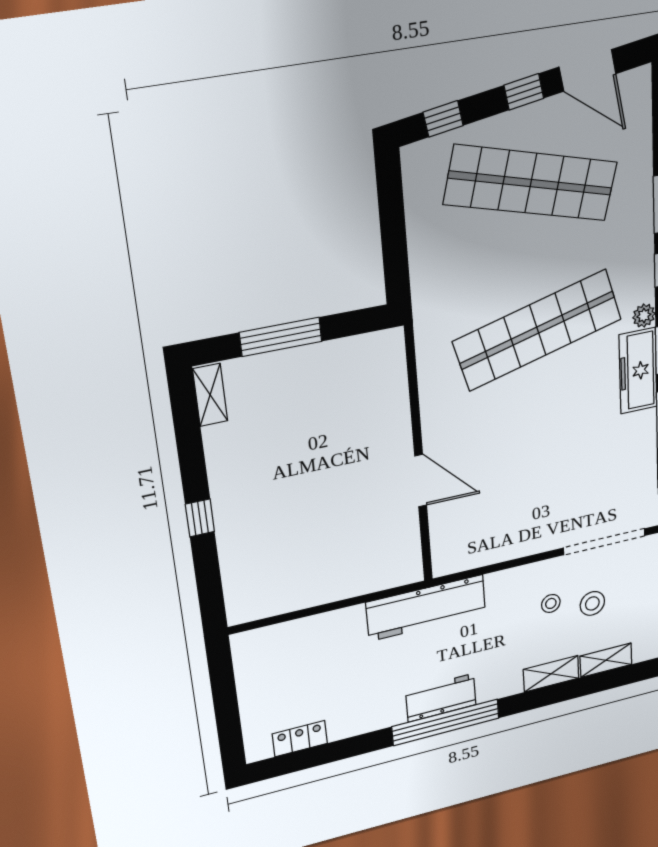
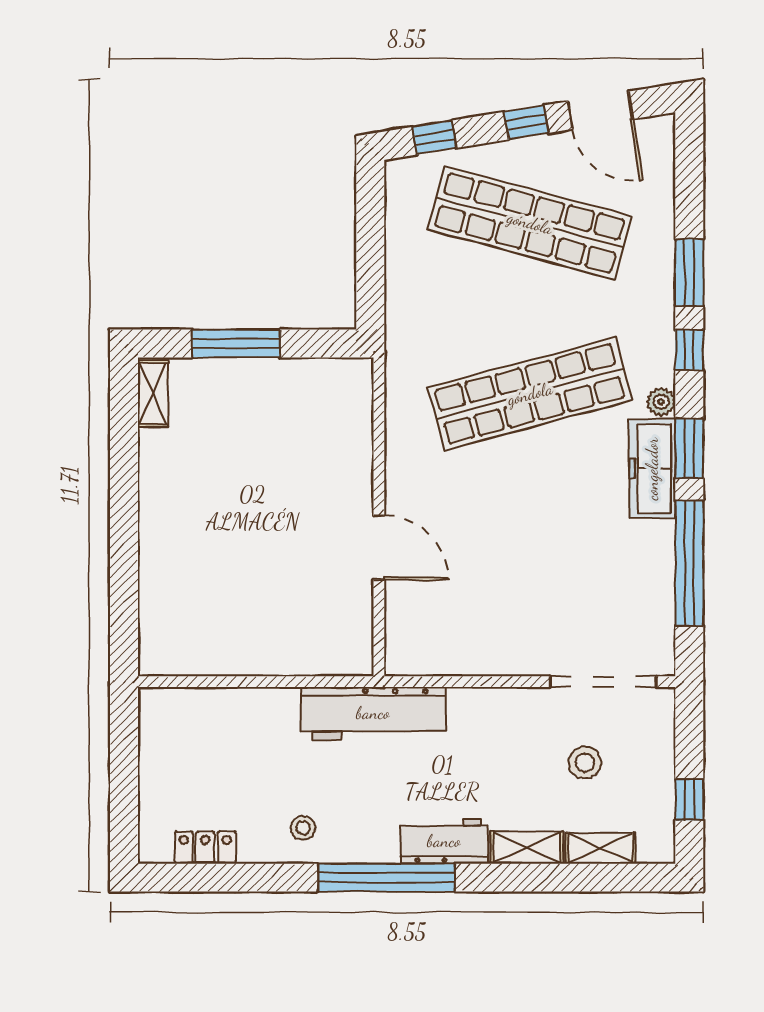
window: (200, 518) -> (124, 534), removed
stool: (551, 603) -> (303, 828), moved
workbench: (441, 698) -> (444, 841), moved

